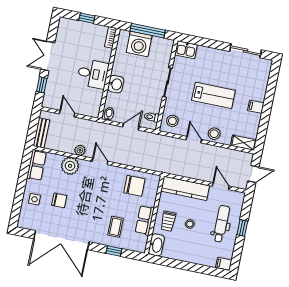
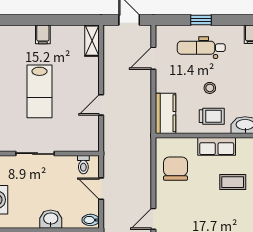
lab bench: (213, 95) -> (39, 91), turned 180
stool: (172, 121) -> (83, 137), removed
stool: (214, 134) -> (88, 80), removed
kitchen counter: (185, 188) -> (165, 113), width x0.67

